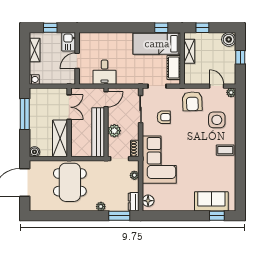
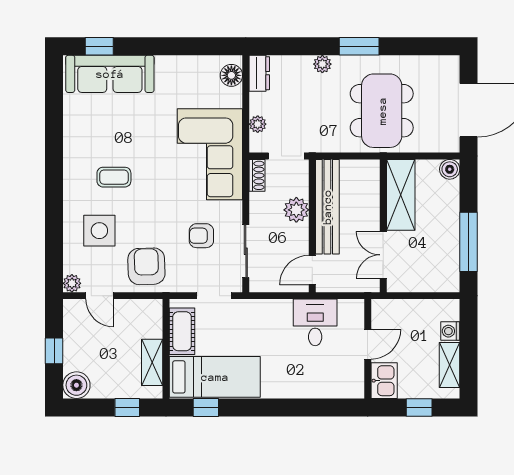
washing machine: (34, 79) -> (450, 331), moved
coffee table: (225, 150) -> (114, 177), moved
sofa: (211, 201) -> (110, 74), width x1.36
window: (119, 216) -> (359, 46), moved

